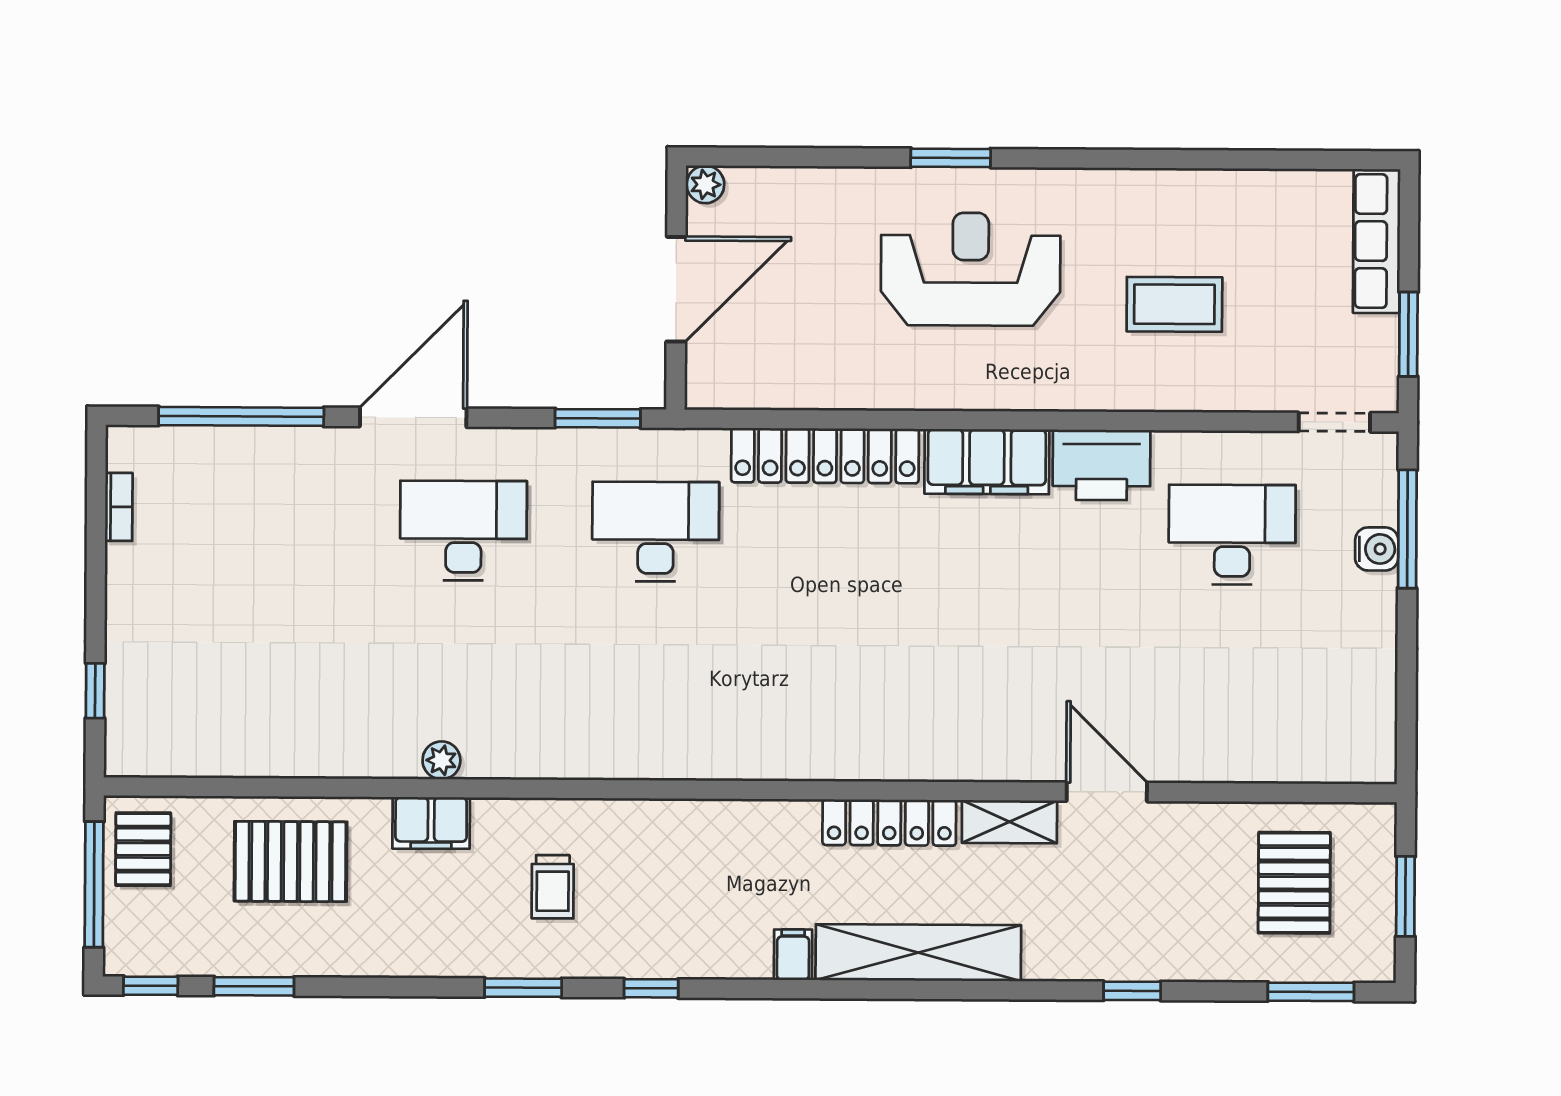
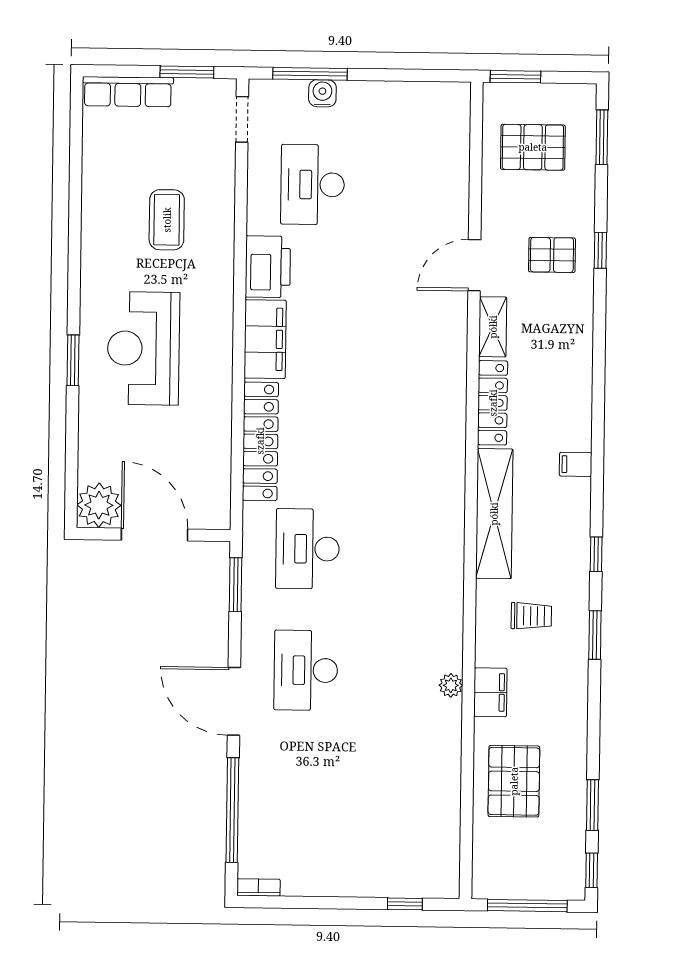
plant: (705, 184) -> (99, 505), width x1.88, depth x1.88
bookcase: (119, 507) -> (259, 887), moved
pallet: (143, 849) -> (552, 255), moved
window: (1405, 896) -> (515, 77), moved
shelving: (918, 953) -> (494, 514), moved

